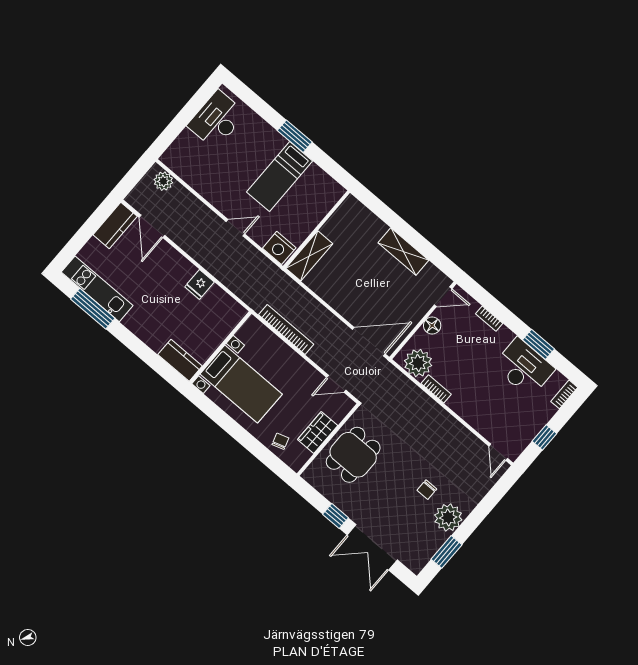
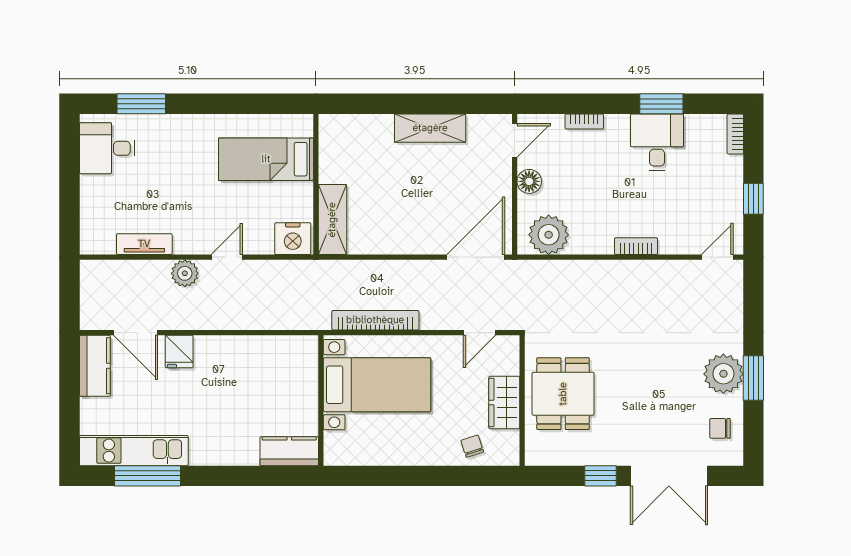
desk: (217, 120) -> (107, 148), width x0.73
window: (295, 136) -> (141, 104), moved
bed: (280, 177) -> (266, 159), moved, turned 90
plant: (163, 181) -> (185, 273), moved
tv unit: (197, 183) -> (144, 244), added
fridge: (199, 284) -> (179, 352), moved
desk: (524, 368) -> (657, 142), width x0.73
bed with nightstands: (241, 384) -> (377, 385), moved
bookcase: (436, 389) -> (636, 246), moved
door: (498, 452) -> (717, 257), swing flipped
chair: (427, 490) -> (720, 428), moved, turned 90
window: (447, 552) -> (753, 378), moved

